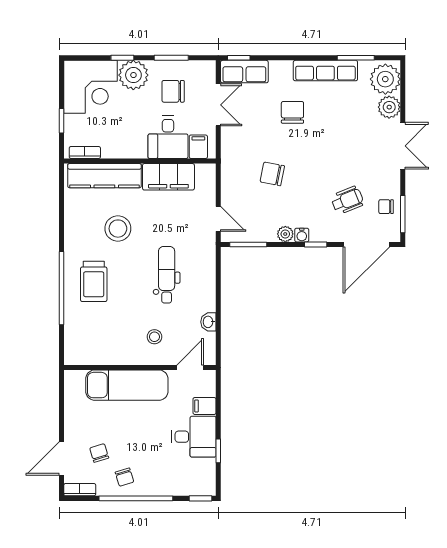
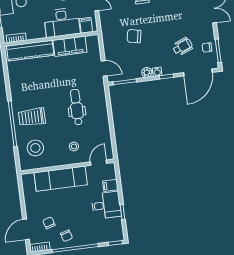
desk: (168, 137) -> (62, 22), width x1.37
stool: (118, 229) -> (35, 148), moved
trolley: (94, 281) -> (32, 117), turned 90
washbasin: (208, 322) -> (106, 133), removed

